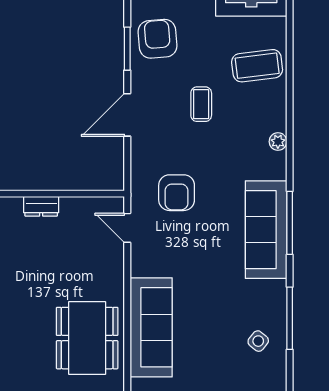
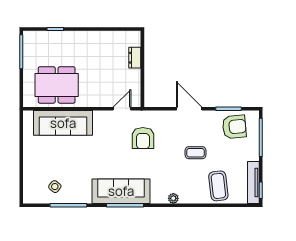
armchair: (177, 193) -> (143, 138), turned -90

